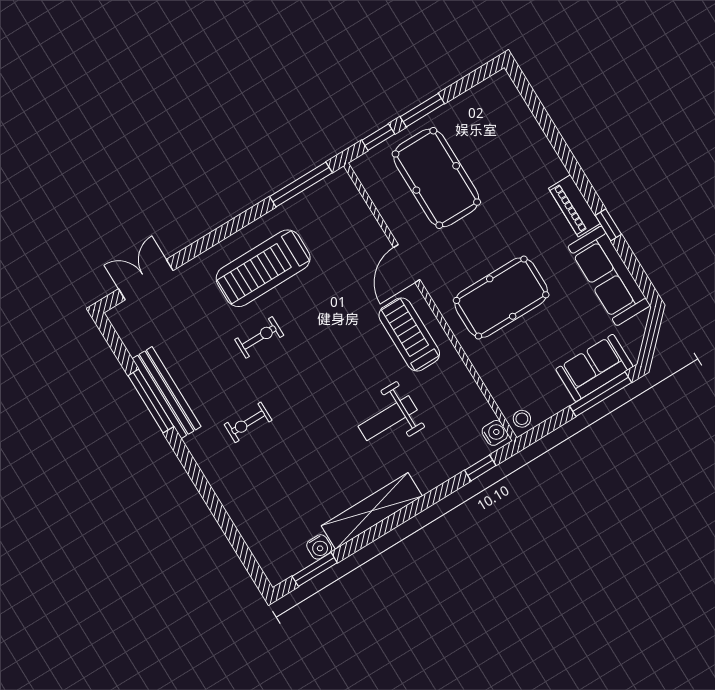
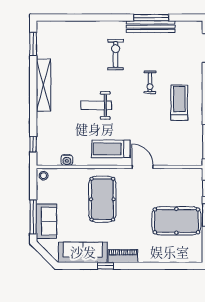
pool table: (436, 178) -> (176, 221), moved
treadmill: (263, 268) -> (179, 103), width x0.73, depth x0.73
treadmill: (409, 334) -> (111, 149), turned 180
weight bench: (388, 418) -> (96, 105), moved, turned -90
exercise bike: (248, 422) -> (116, 55), width x1.38, depth x1.39
water cooler: (495, 433) -> (67, 160), moved
water cooler: (319, 547) -> (42, 52), removed

